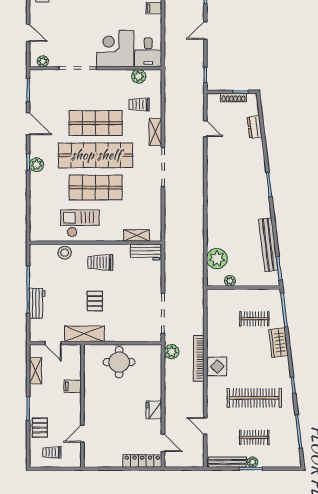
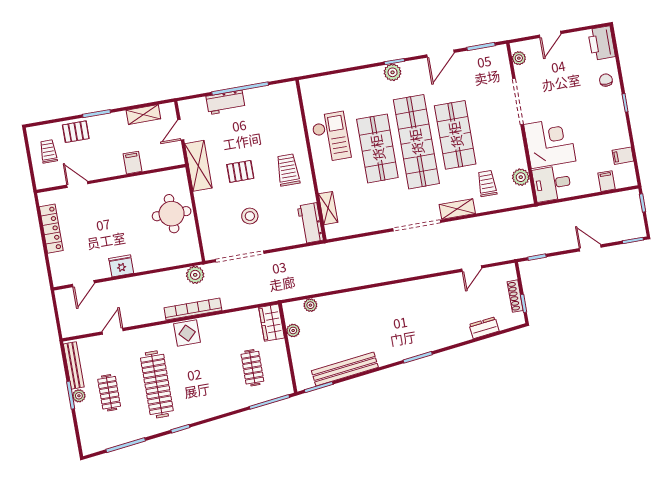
stool: (65, 253) -> (250, 216), moved
plant: (217, 259) -> (310, 305), width x0.53, depth x0.53
wardrobe: (278, 343) -> (272, 323), moved, turned -83
locker: (142, 461) -> (51, 229), moved

